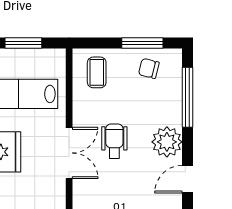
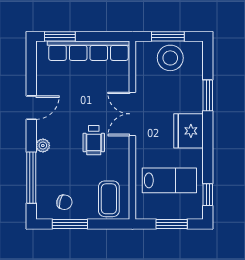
coffee table: (97, 72) -> (109, 199), width x1.36, depth x1.30
plant: (167, 142) -> (43, 145), width x0.53, depth x0.53
double door: (69, 153) -> (132, 114), moved

